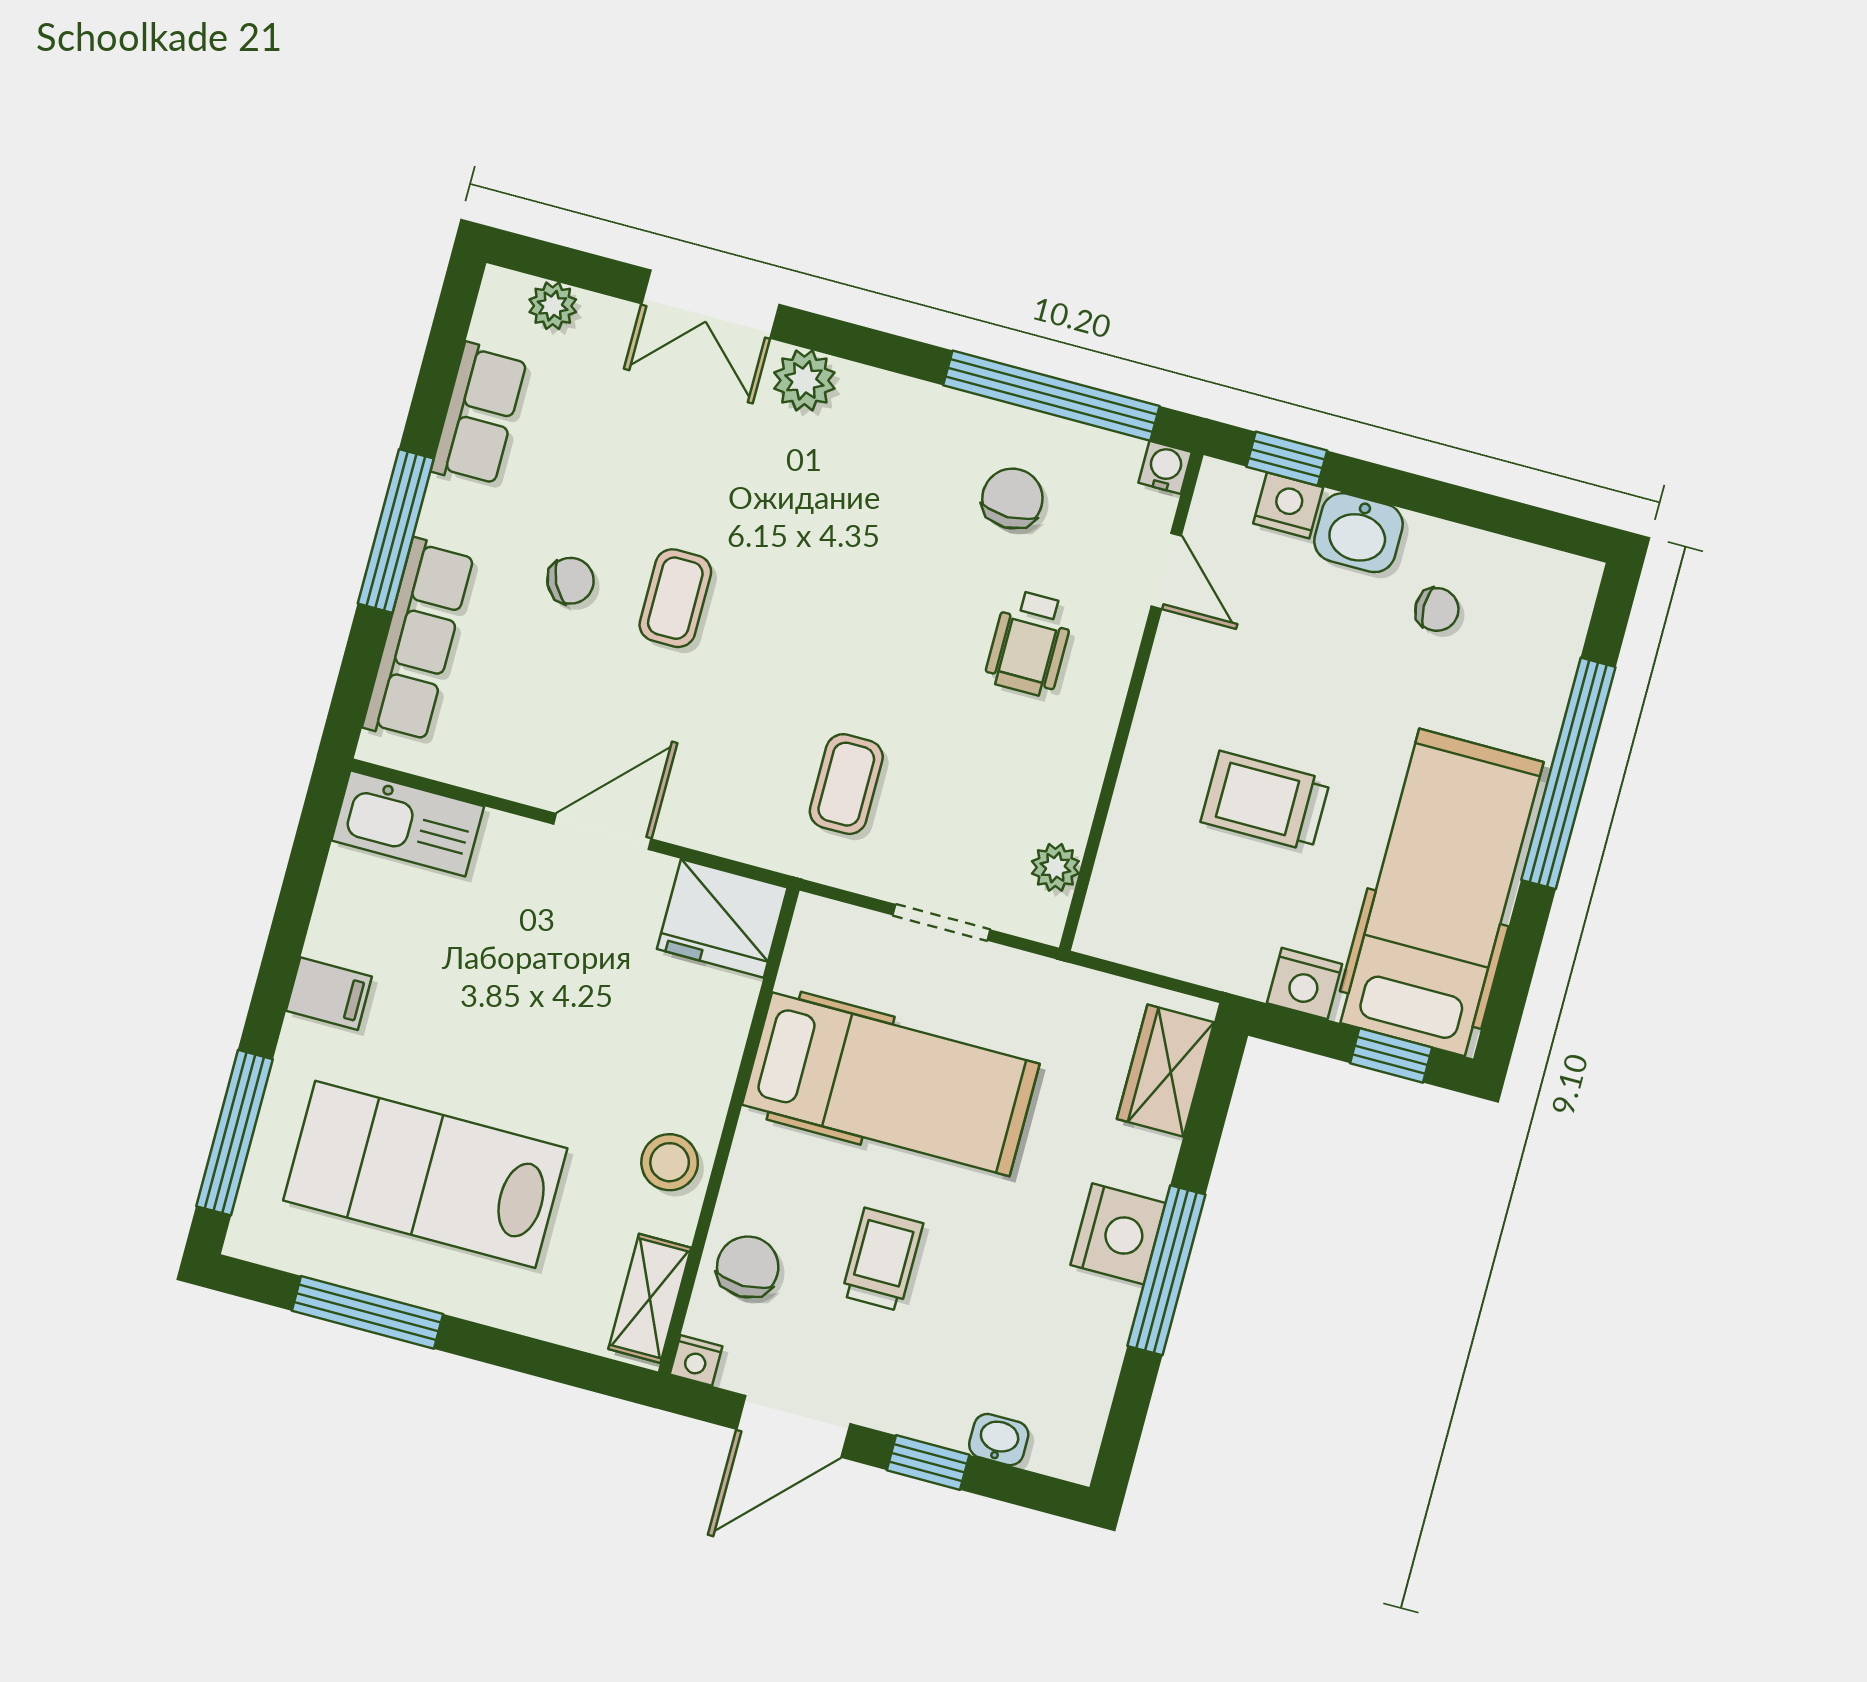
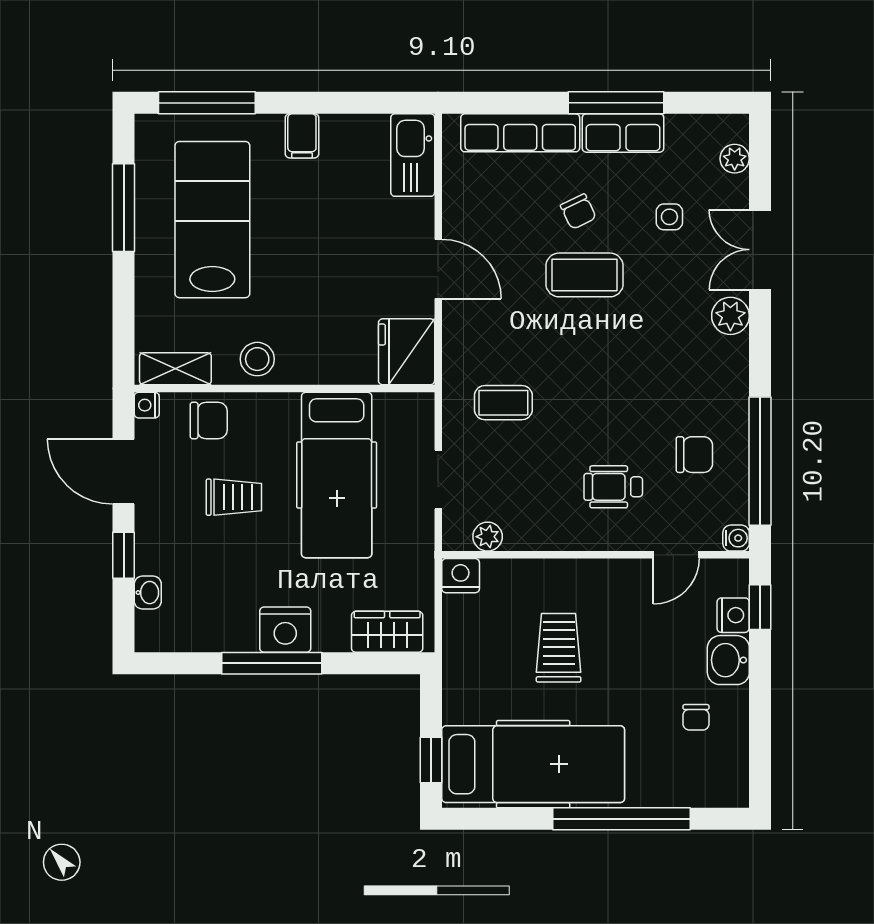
row of seats: (479, 415) -> (623, 133), moved
side table: (618, 436) -> (669, 217), added
window: (396, 531) -> (616, 103), moved
coffee table: (675, 598) -> (584, 275), width x1.36, depth x1.30
nightstand: (1305, 984) -> (461, 576), moved, turned 90

